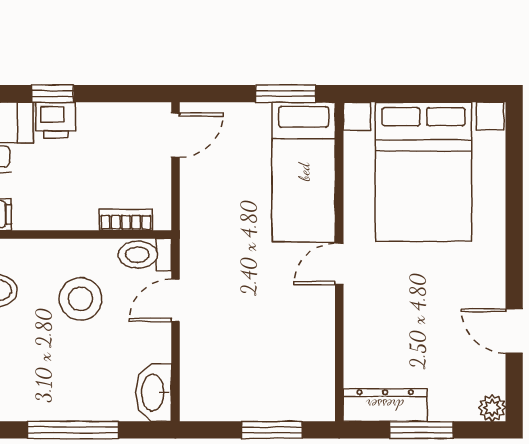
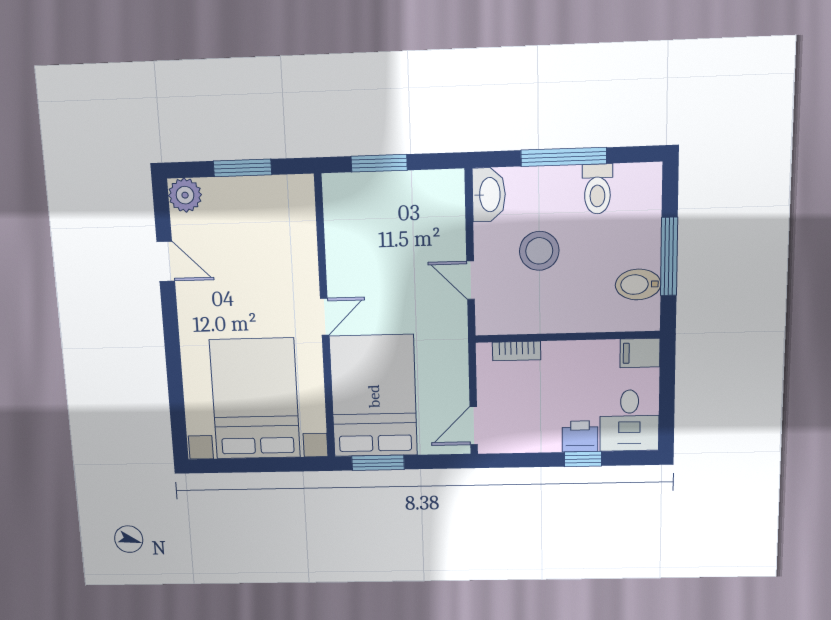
bed: (304, 172) -> (374, 396), width x1.50
toilet: (145, 255) -> (597, 189), moved, turned 90
stool: (80, 299) -> (539, 251), moved
door: (175, 300) -> (471, 280), swing flipped
dresser: (385, 405) -> (277, 190), removed
plant: (492, 408) -> (185, 195), width x1.38, depth x1.38

